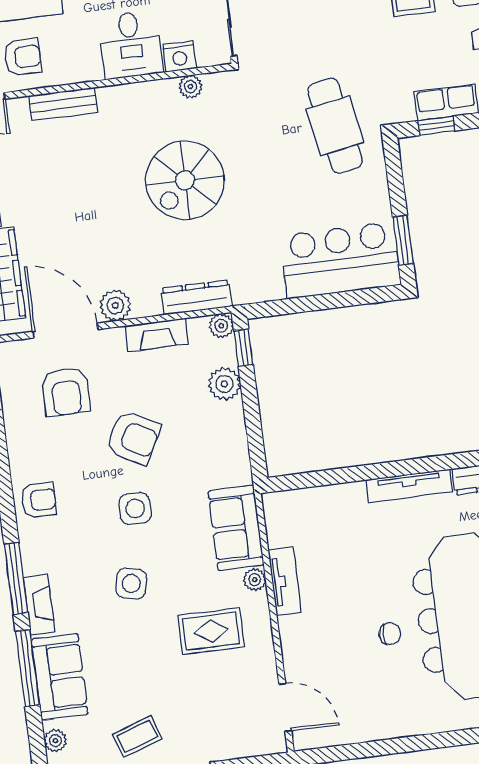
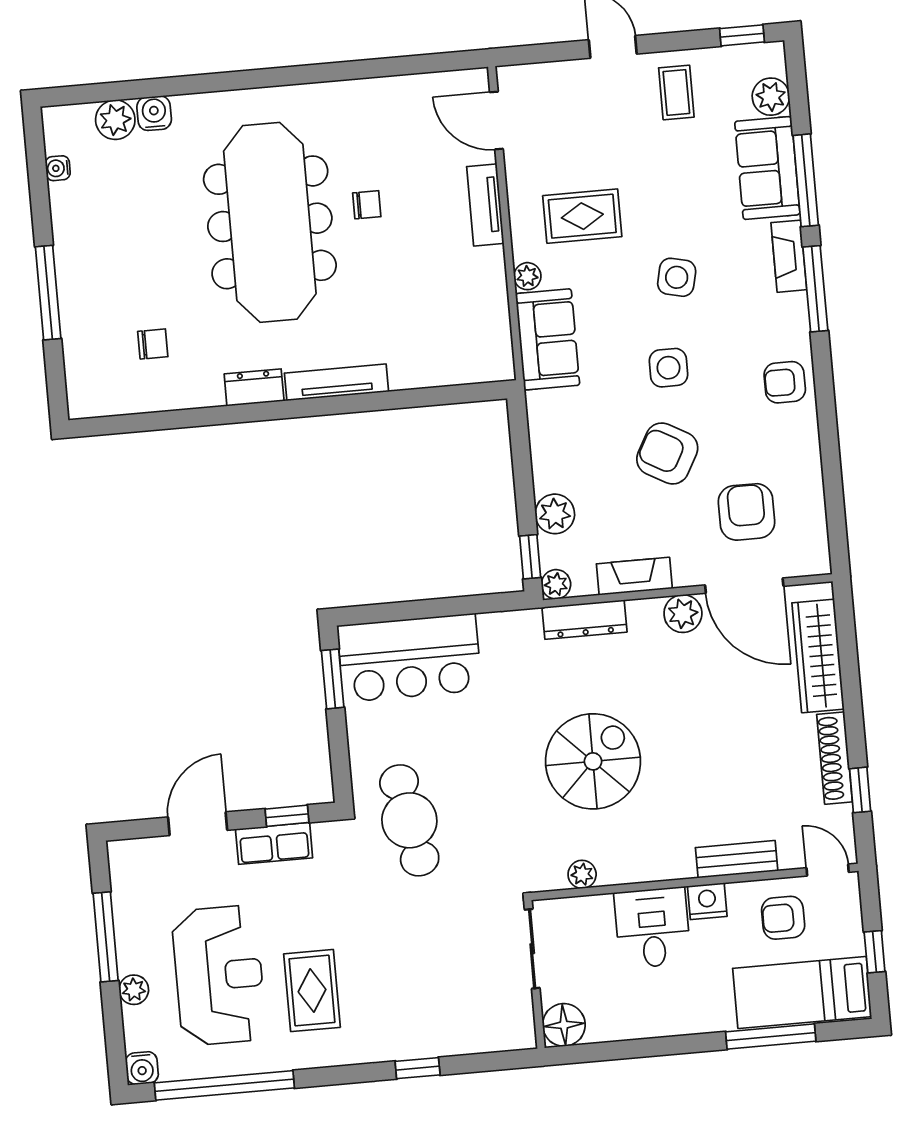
nightstand: (179, 56) -> (707, 901), moved
tv unit: (285, 581) -> (485, 205), moved
chair: (390, 634) -> (367, 205), turned 180
coffee table: (137, 736) -> (676, 92), turned -71
plant: (55, 741) -> (771, 97), width x1.38, depth x1.38

